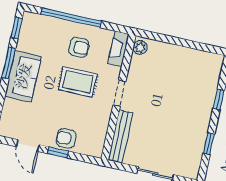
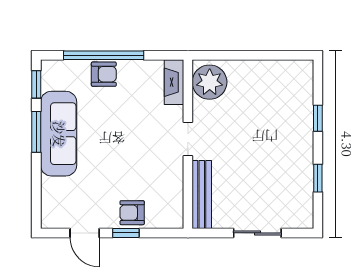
armchair: (79, 47) -> (104, 74), moved
plant: (140, 48) -> (210, 82), width x1.88, depth x1.88
sofa: (23, 76) -> (59, 134), width x1.36
rug: (78, 82) -> (131, 136), removed

